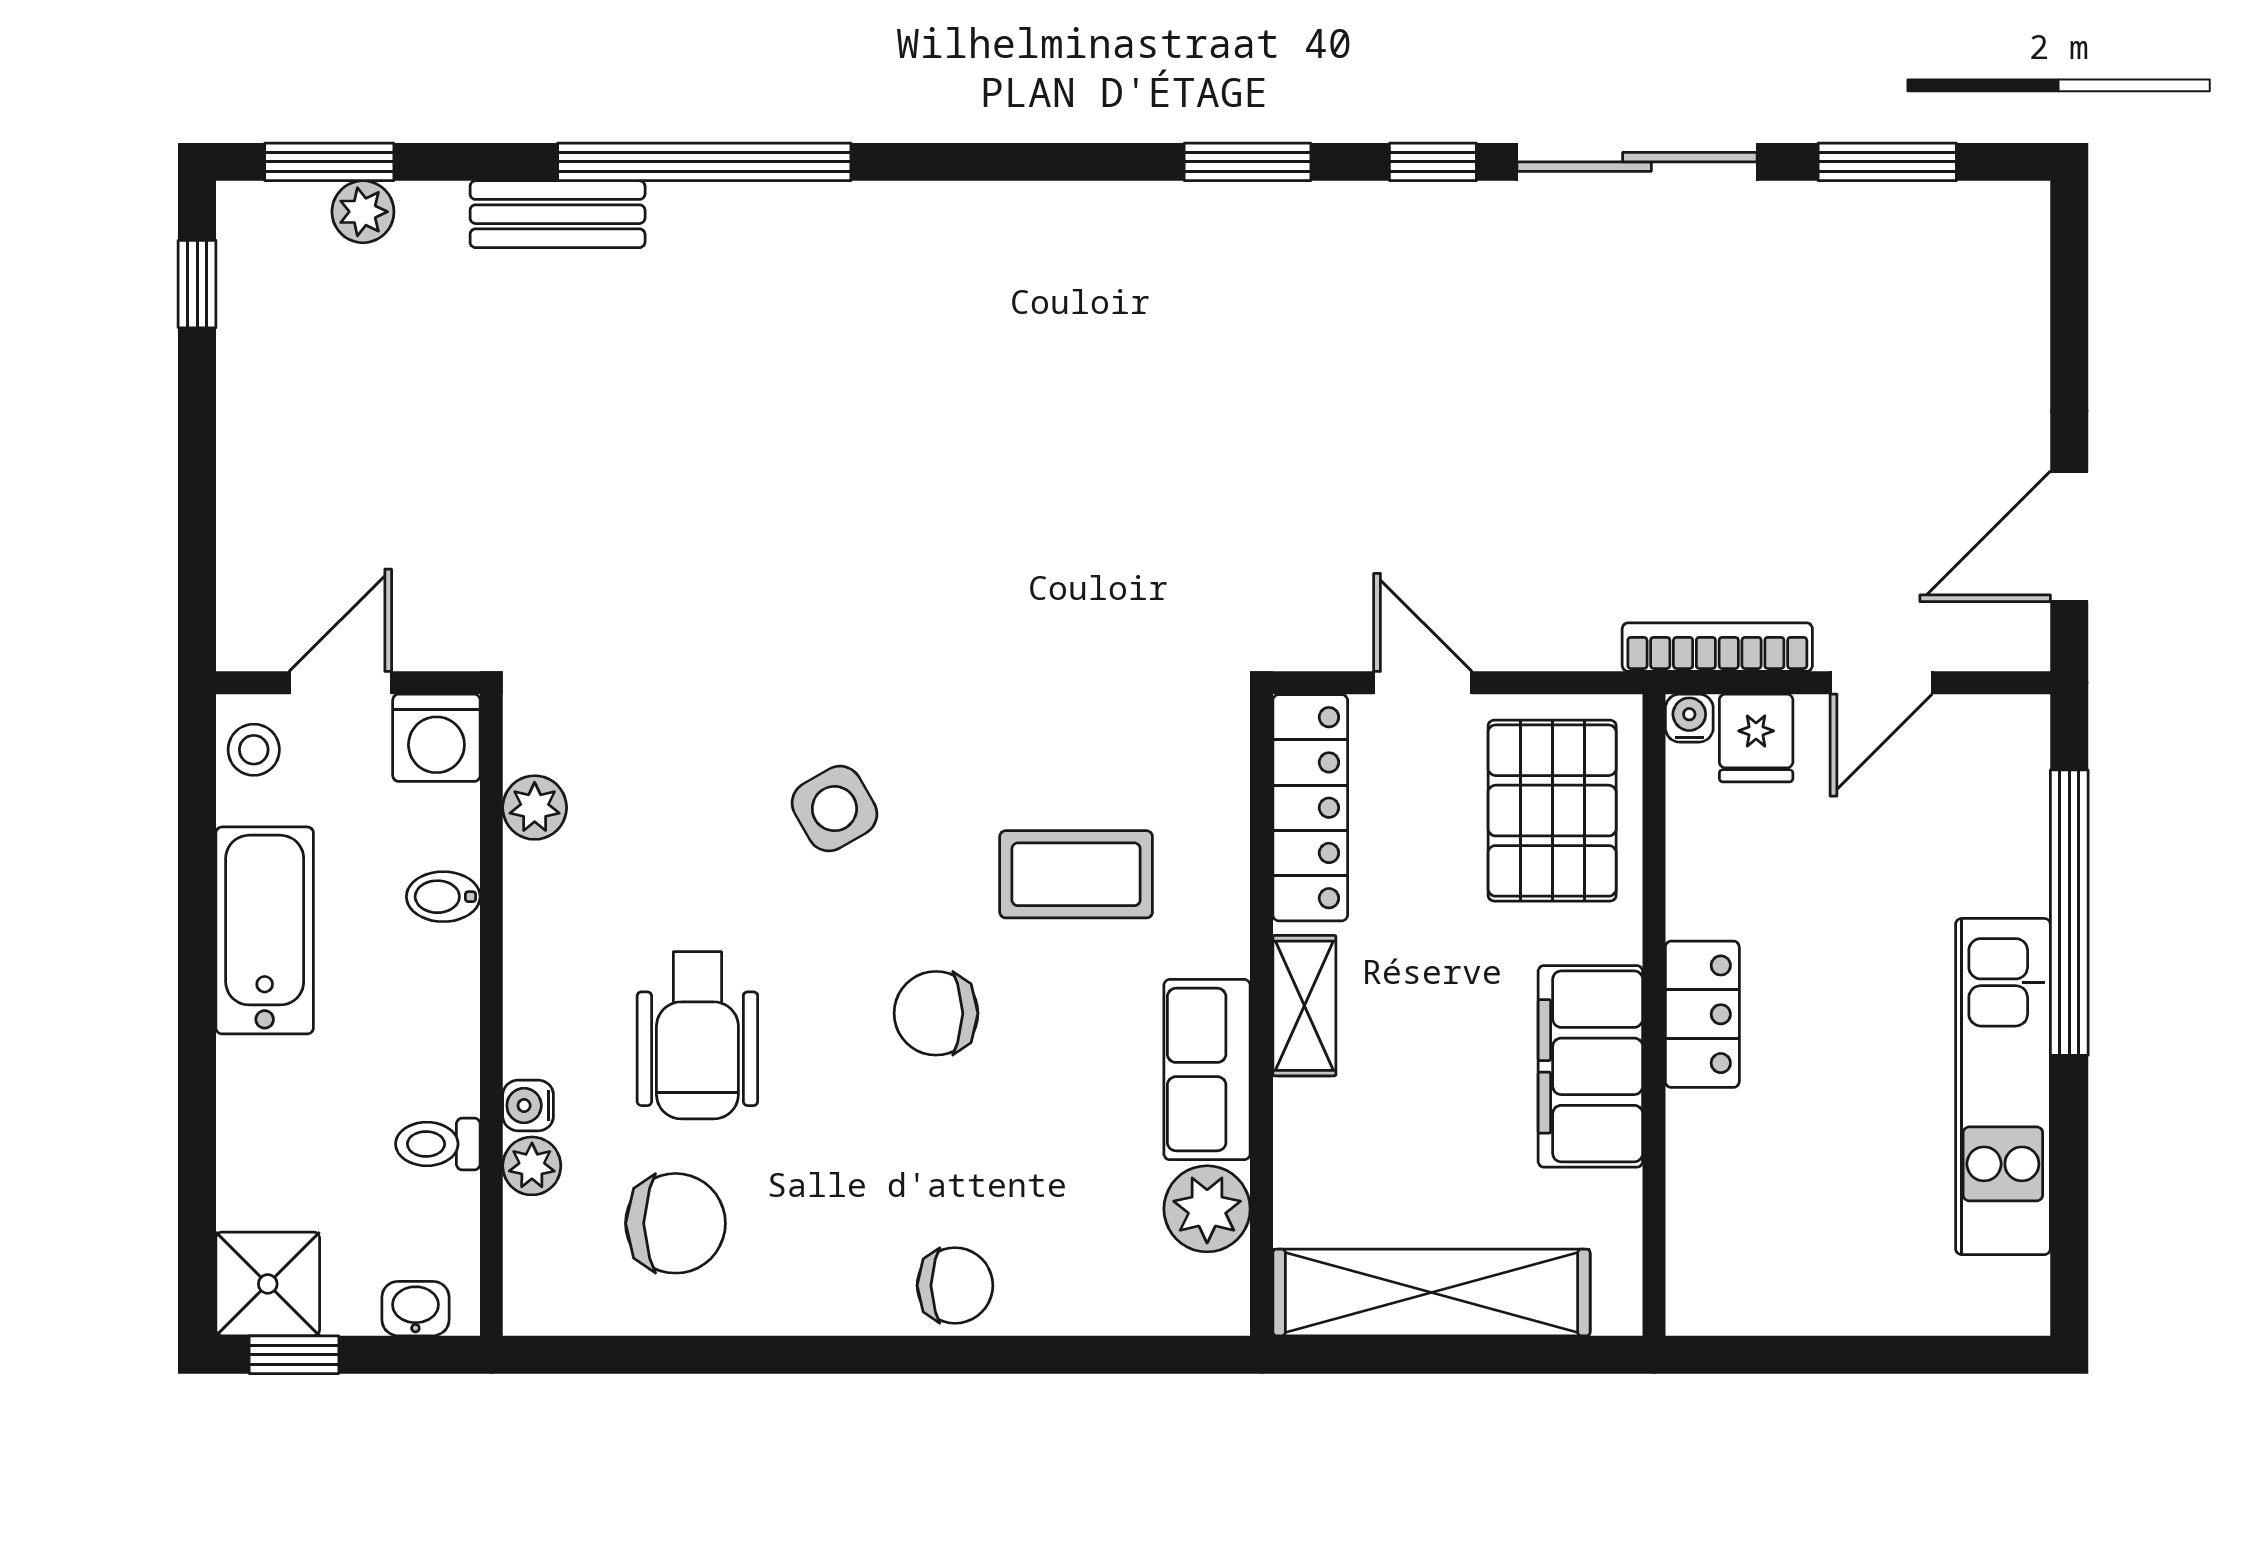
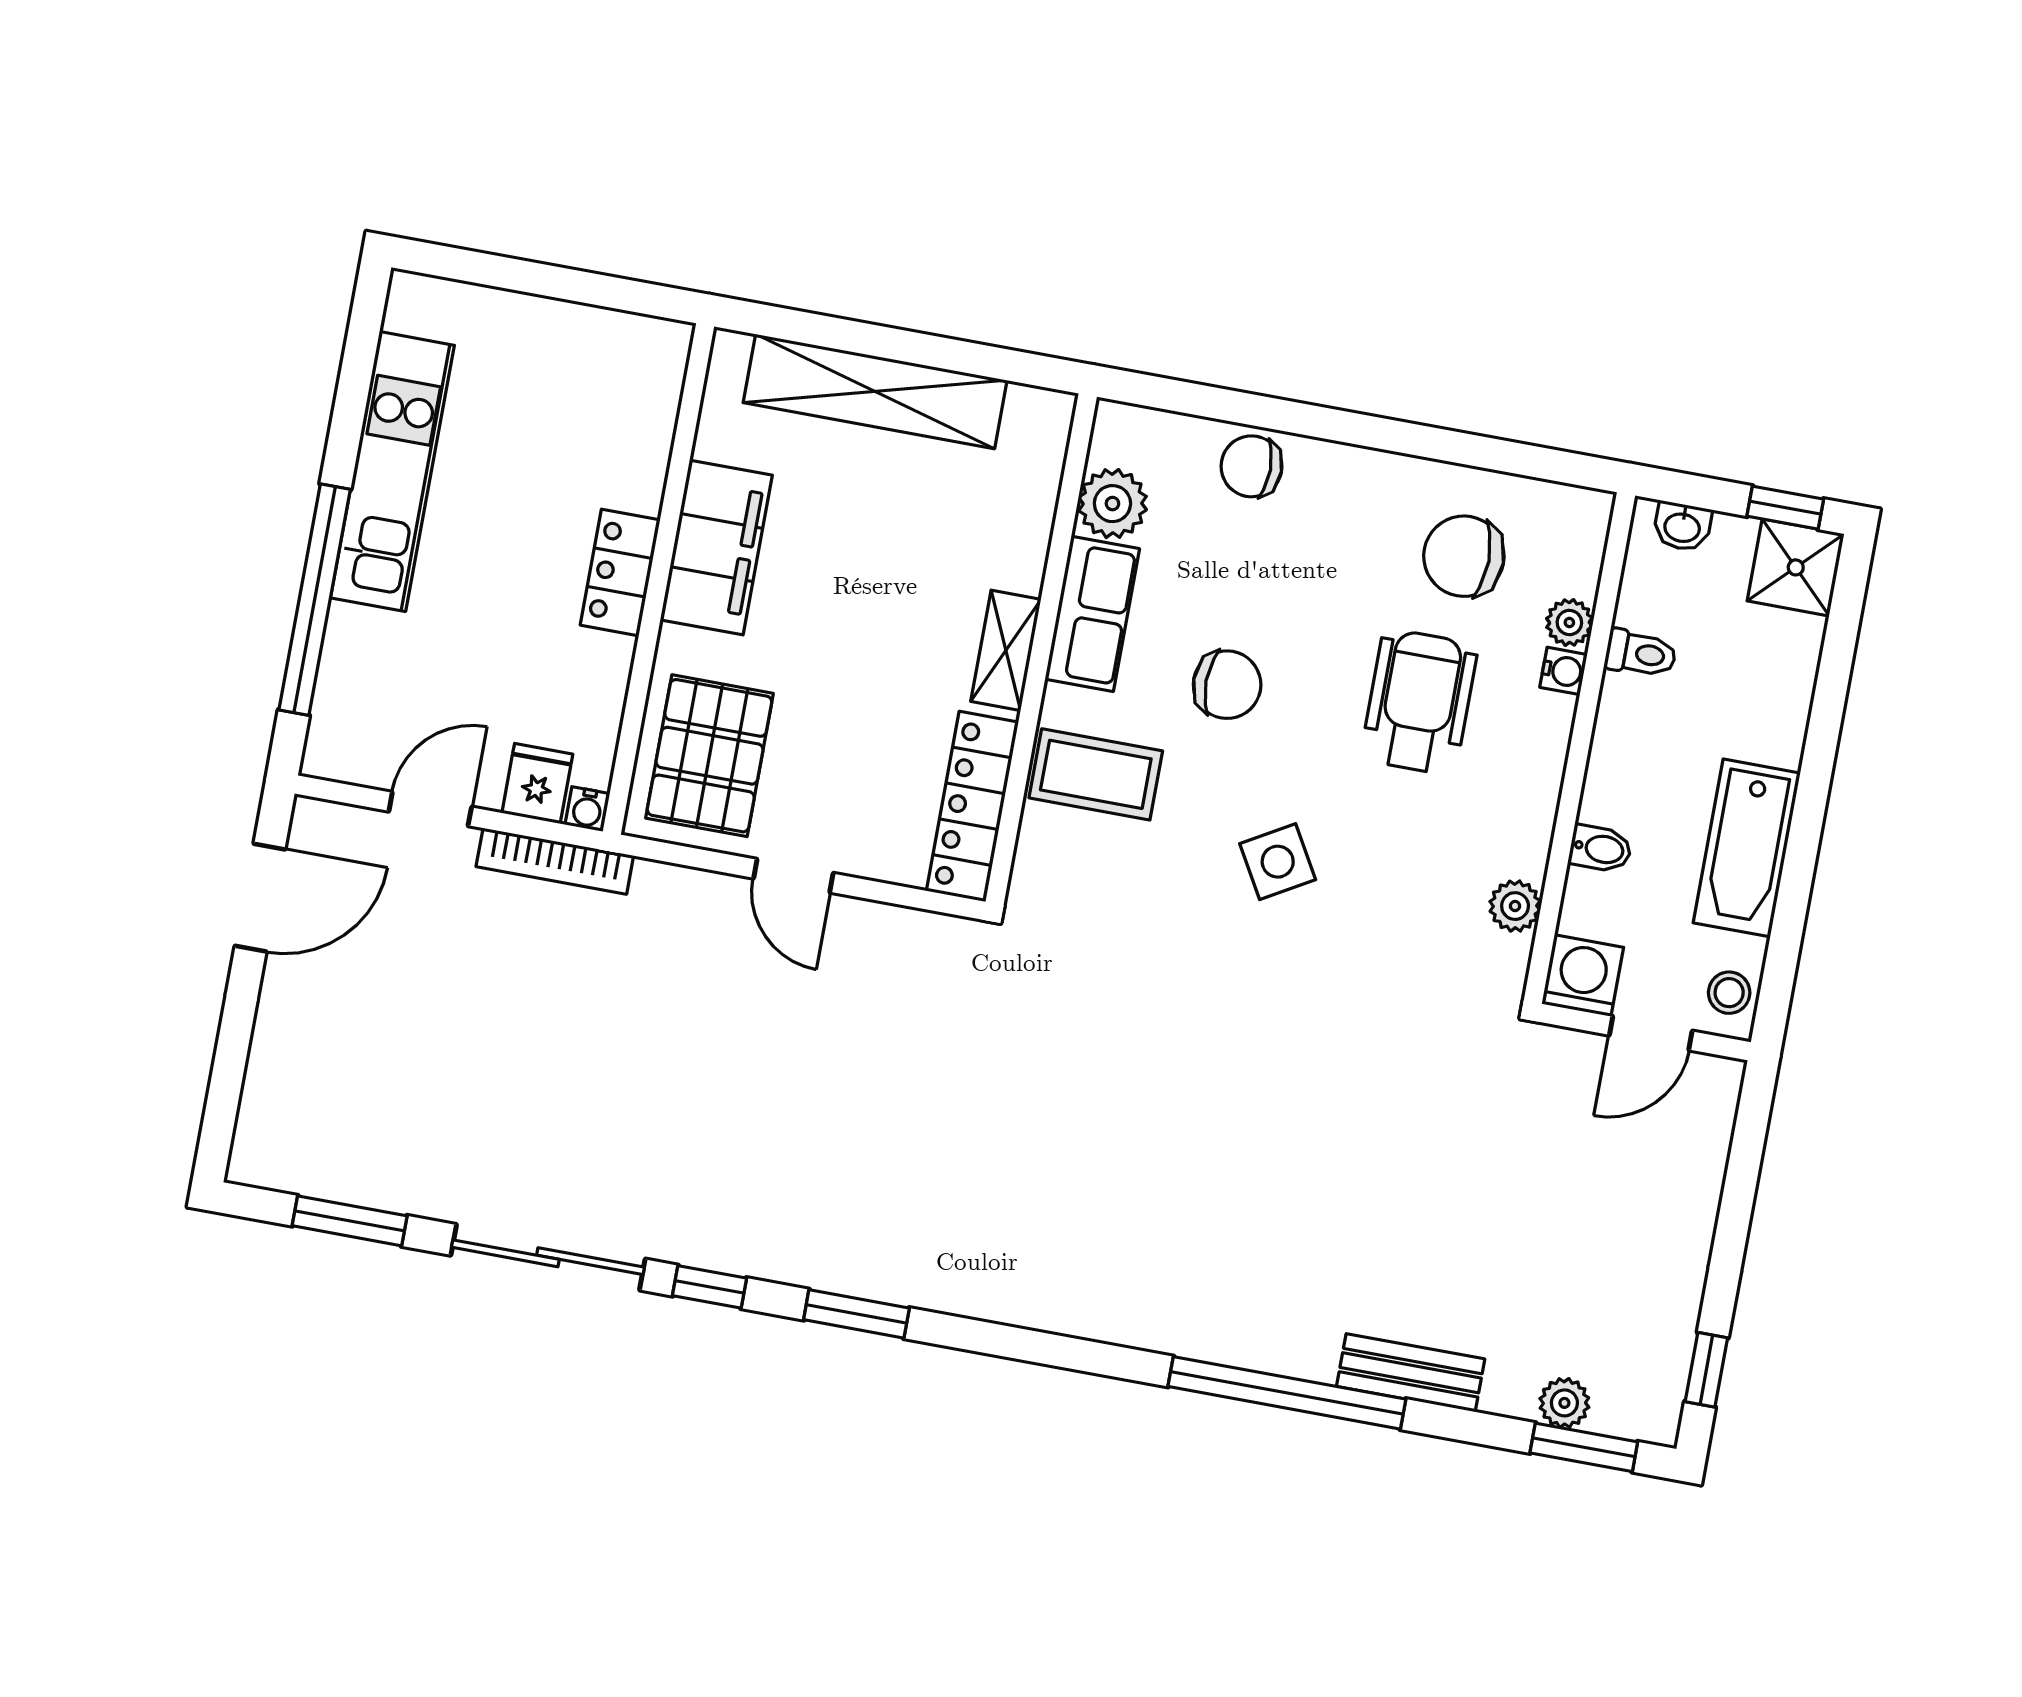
locker: (1310, 808) -> (972, 806), moved
shelving: (1304, 1006) -> (1006, 650), moved
wall: (1261, 1015) -> (1041, 649), moved
row of seats: (1207, 1070) -> (1092, 614), moved
plant: (1207, 1209) -> (1112, 504), moved

